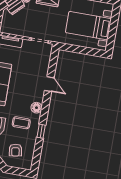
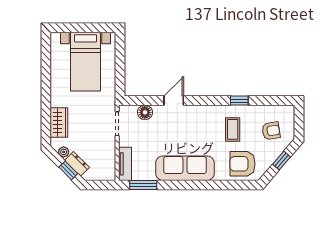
floor lamp: (36, 108) -> (145, 112), moved

